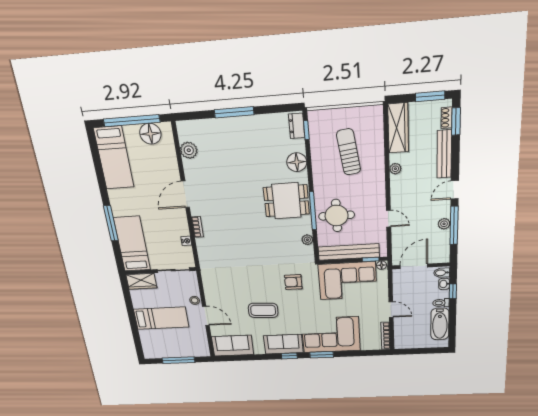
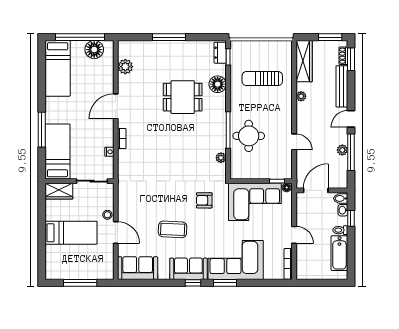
sun lounger: (349, 152) -> (262, 79), turned -82
dining table: (286, 201) -> (183, 97), moved
bench: (349, 252) -> (258, 172), removed

